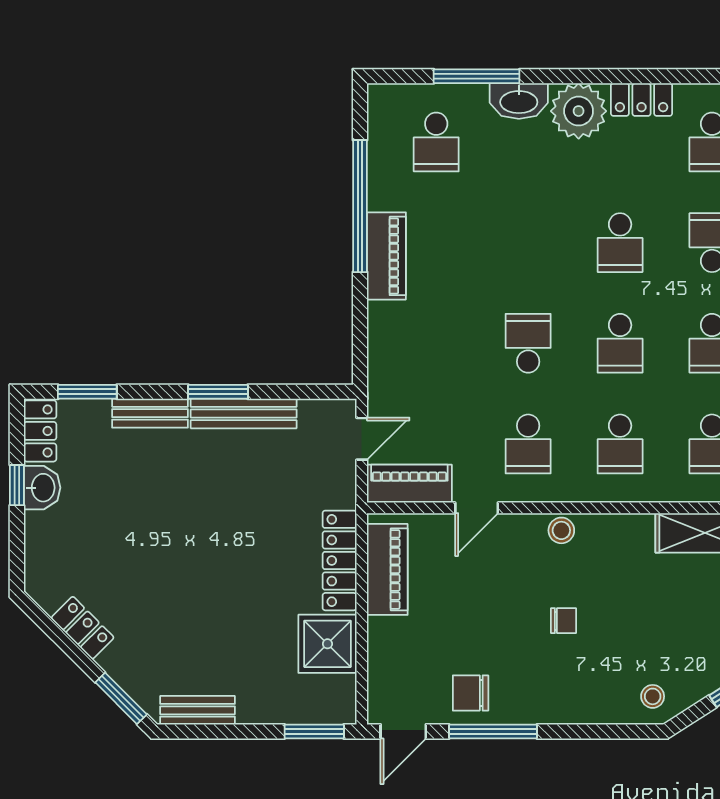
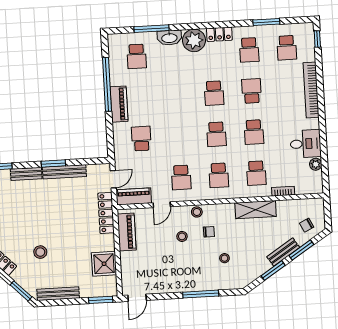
school desk: (528, 343) -> (141, 139), moved
locker: (340, 560) -> (106, 213), moved
stool: (522, 588) -> (182, 236), added
stool: (173, 606) -> (40, 252), added
chair: (563, 621) -> (209, 232), moved
chair: (471, 693) -> (164, 280), removed
stool: (653, 696) -> (224, 258), moved
bench: (198, 710) -> (58, 294), width x1.36
window: (493, 732) -> (201, 294), moved

